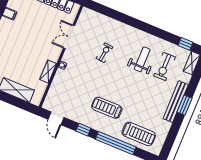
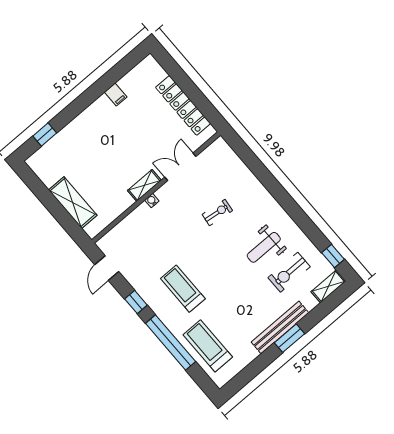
weight bench: (142, 59) -> (264, 247), turned 180
shelving: (48, 72) -> (144, 185), moved
treadmill: (139, 134) -> (208, 346), turned 180

